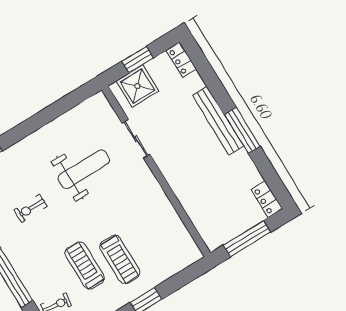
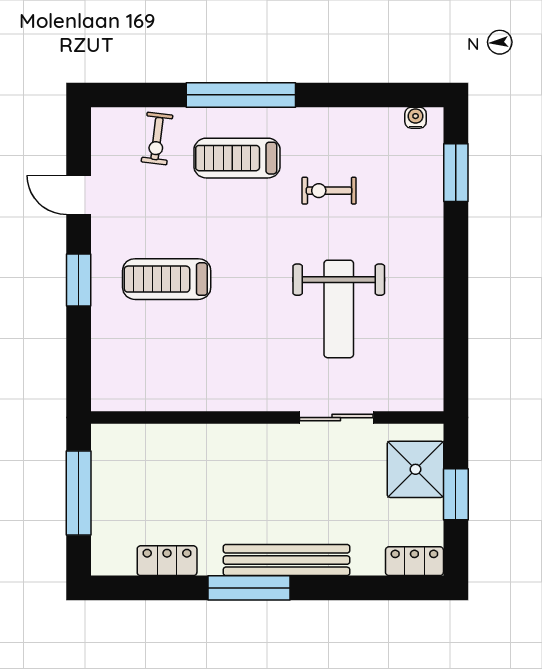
locker: (267, 199) -> (167, 561), moved
exercise bike: (31, 208) -> (329, 191), turned -90
treadmill: (85, 265) -> (237, 158), moved, turned 180

